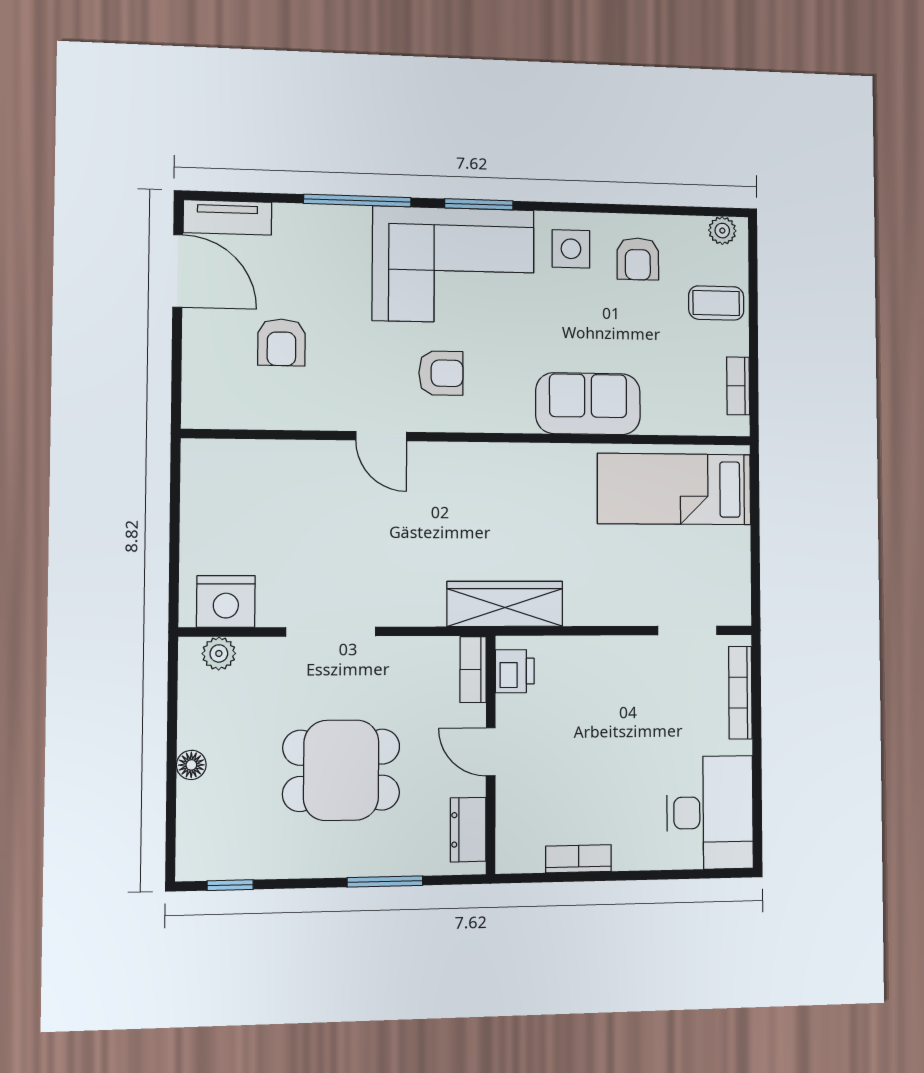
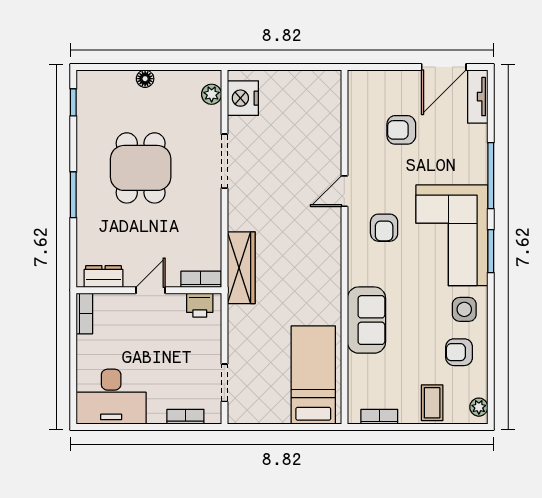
bookcase: (473, 670) -> (201, 279), moved
printer: (515, 671) -> (200, 305), moved
bookcase: (740, 693) -> (185, 417), width x0.64
door: (491, 752) -> (151, 290), moved
wall: (491, 754) -> (149, 290), moved
dresser: (468, 830) -> (103, 276), moved

